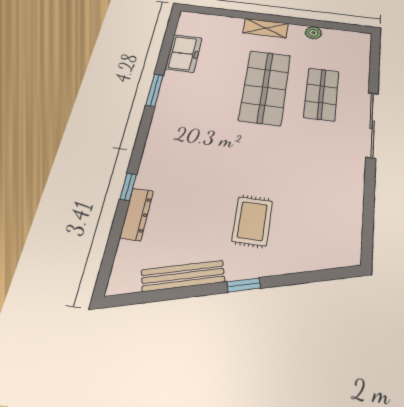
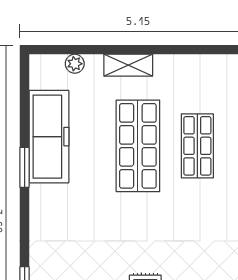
plant: (313, 33) -> (75, 64), moved
freezer: (184, 53) -> (49, 137), width x1.91, depth x1.26

